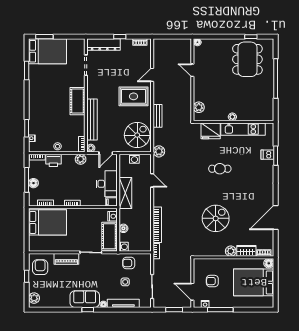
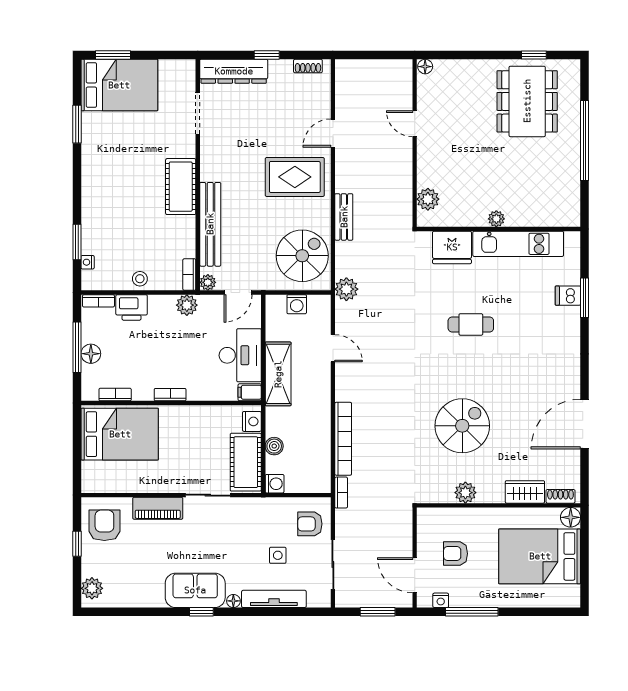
plant: (231, 251) -> (465, 493), moved
armchair: (129, 263) -> (310, 524), moved

